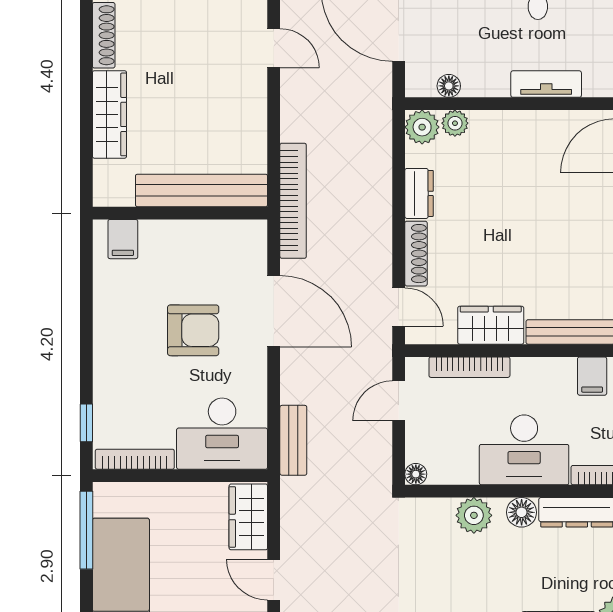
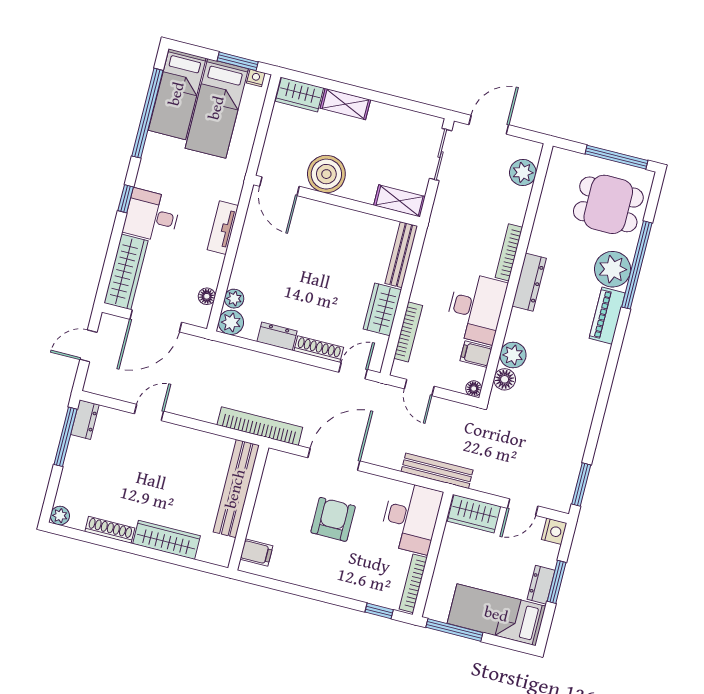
filing cabinet: (592, 376) -> (476, 354), moved, turned 180
bench: (293, 440) -> (437, 471), width x1.36
floor lamp: (522, 512) -> (505, 379), moved

